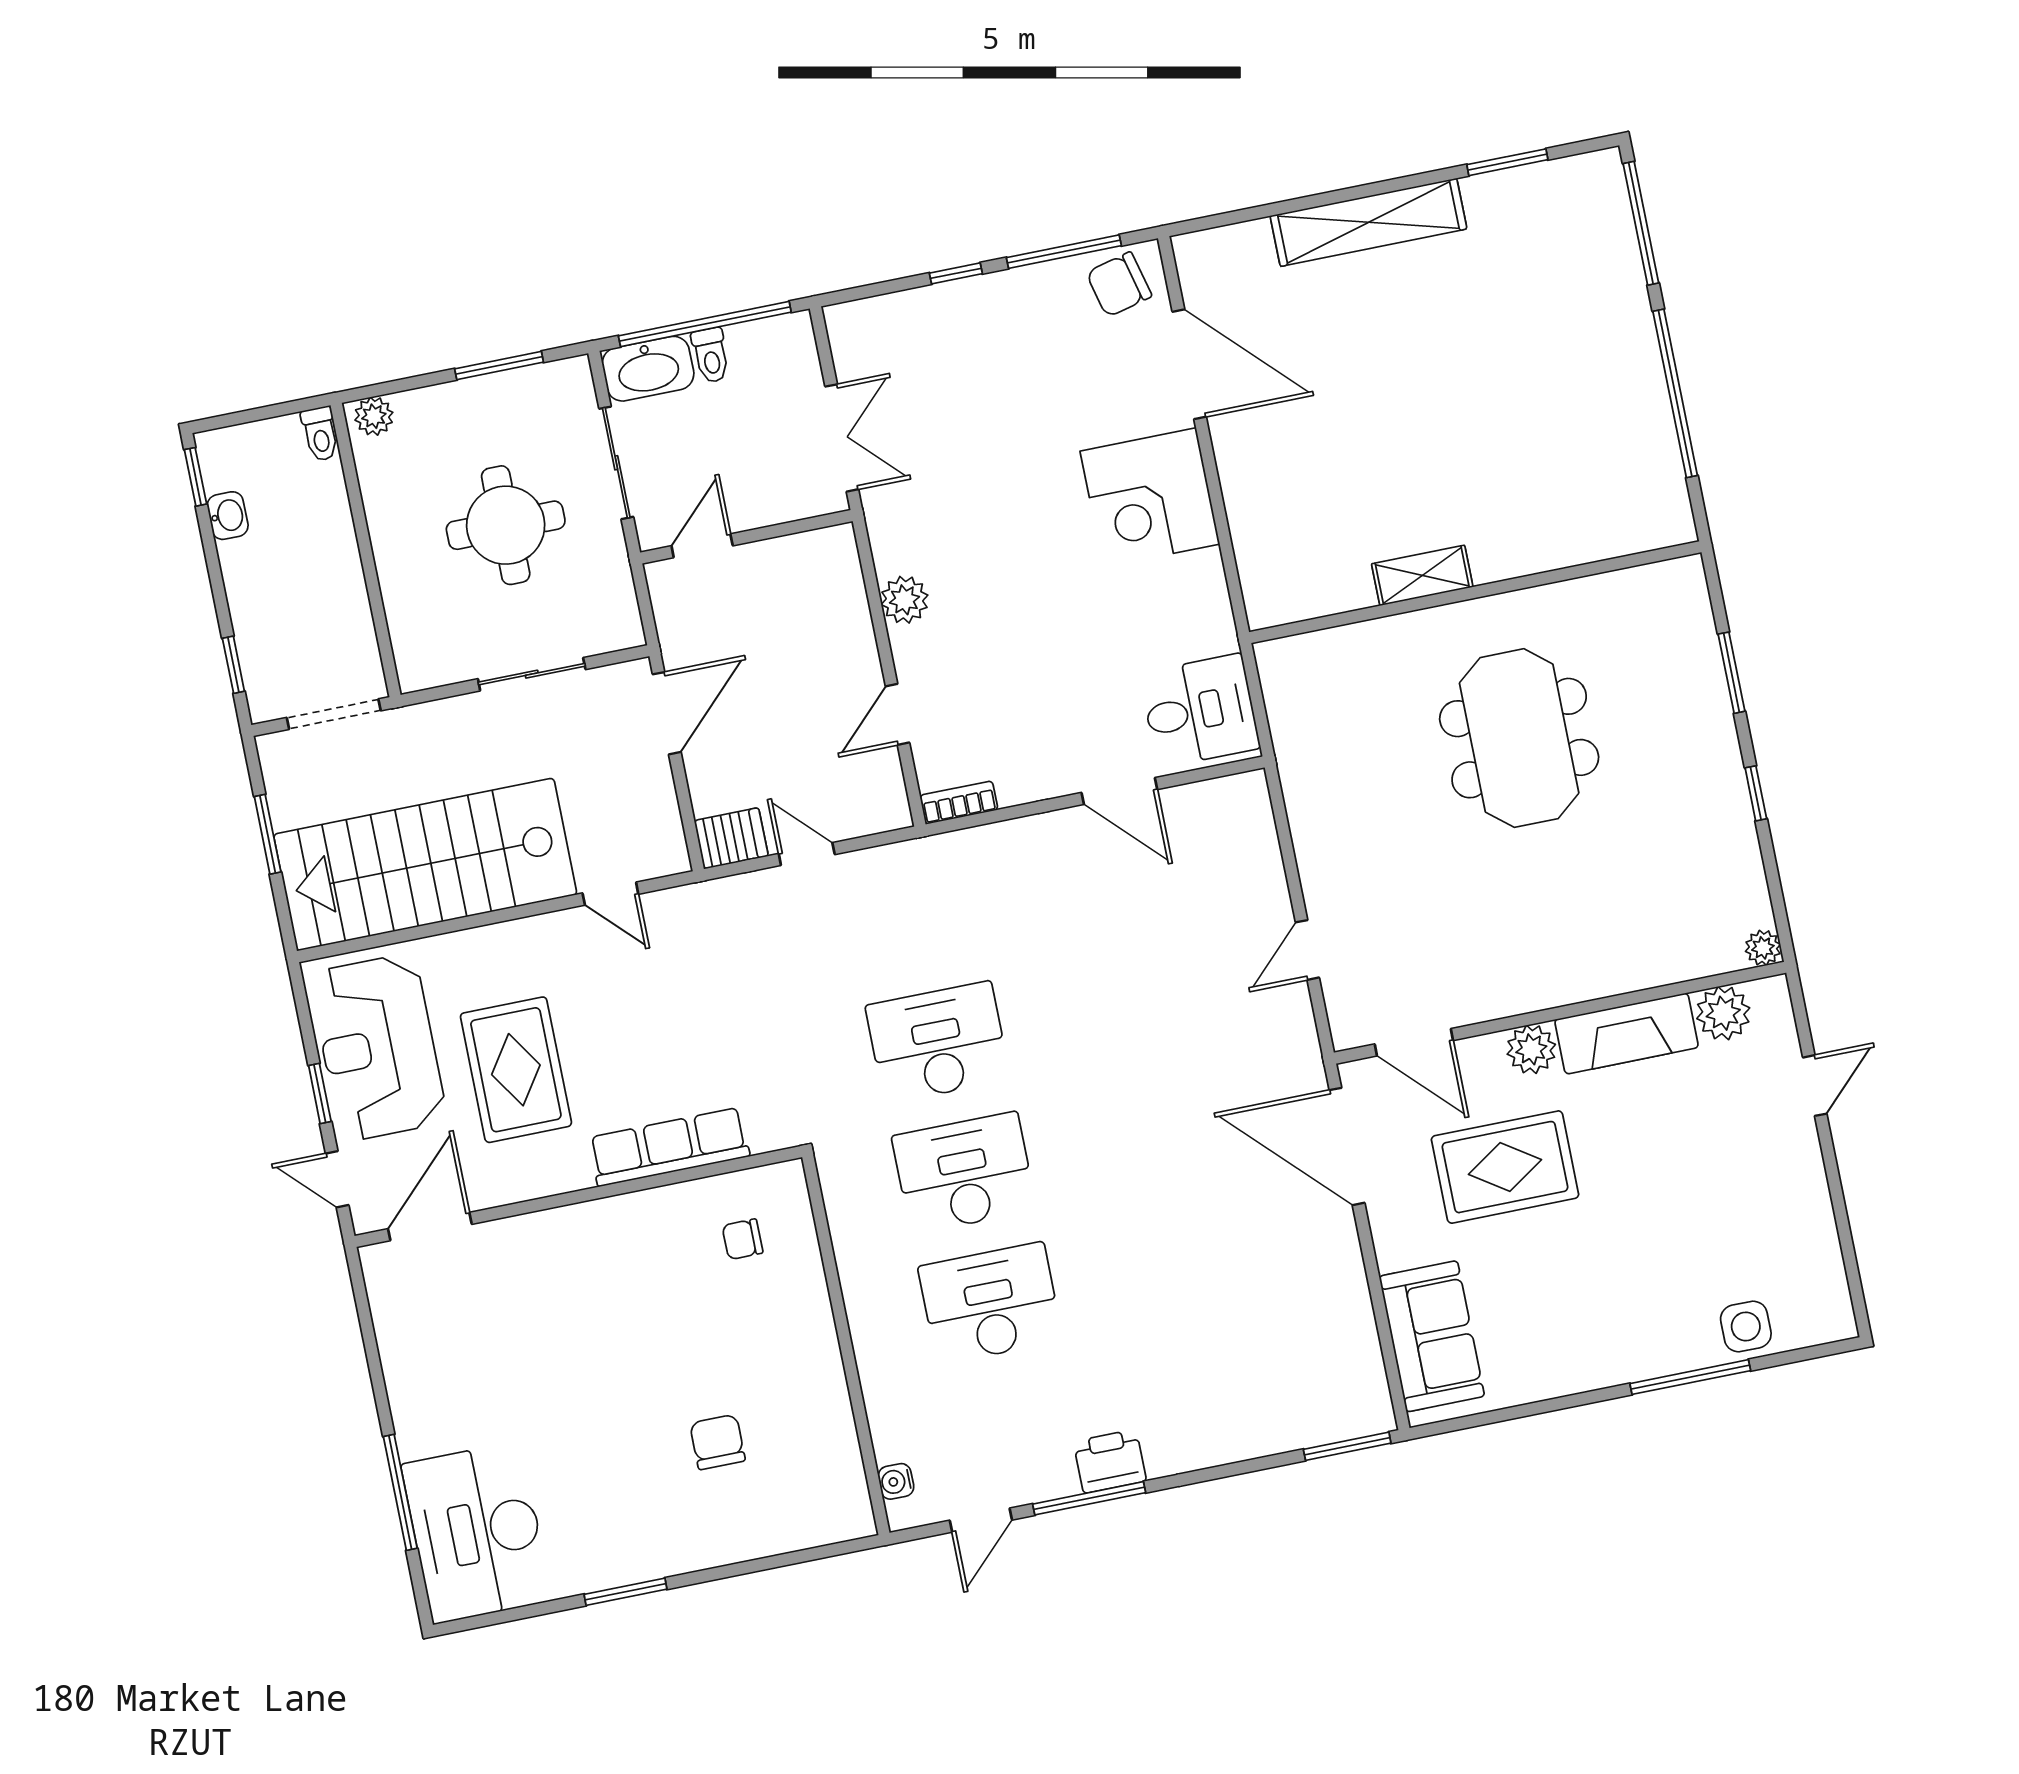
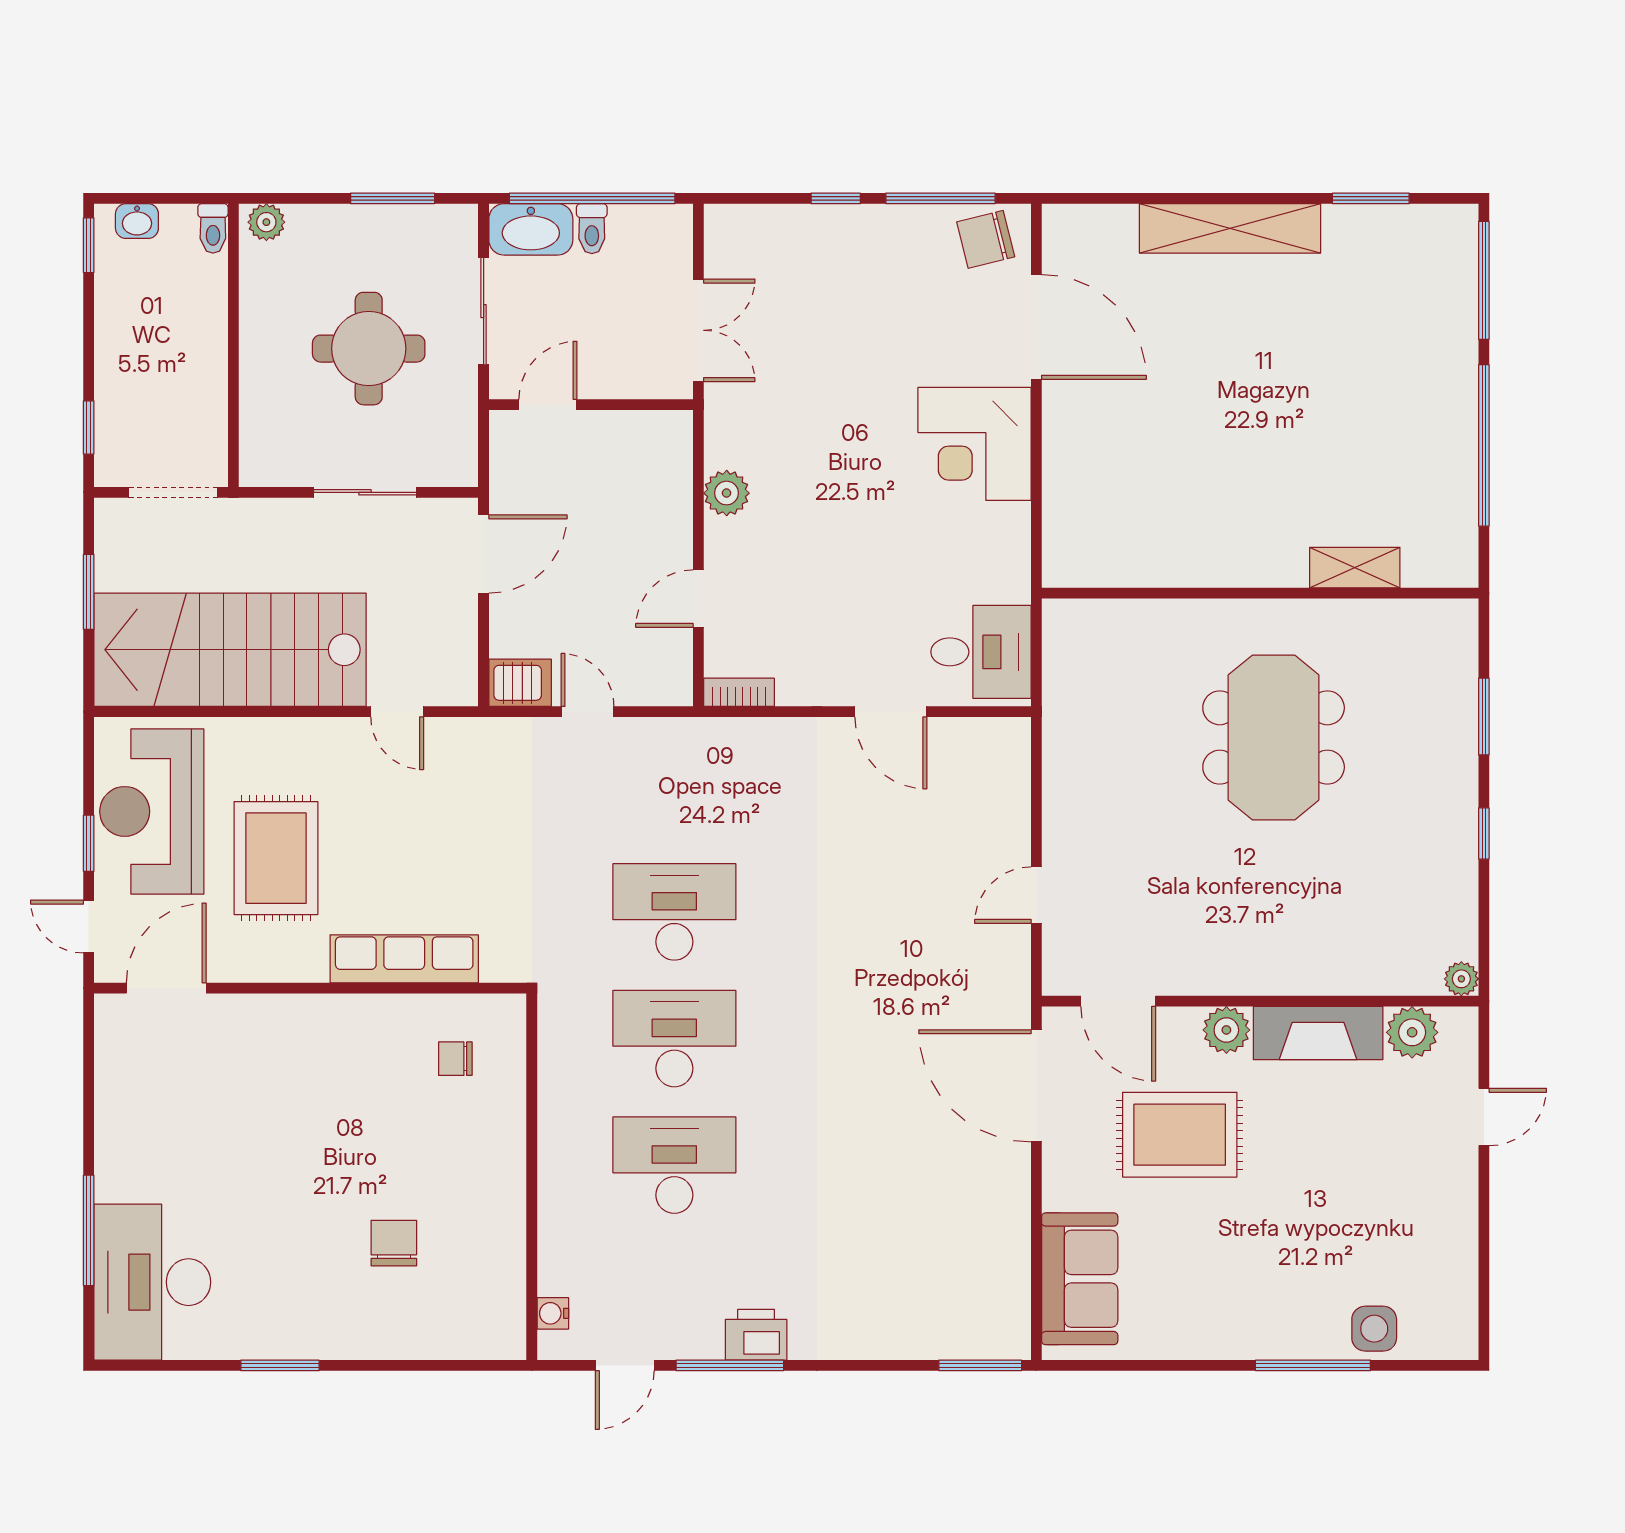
washbasin: (228, 516) -> (137, 221), moved, turned 90
shelving: (1422, 575) -> (1355, 568), moved

